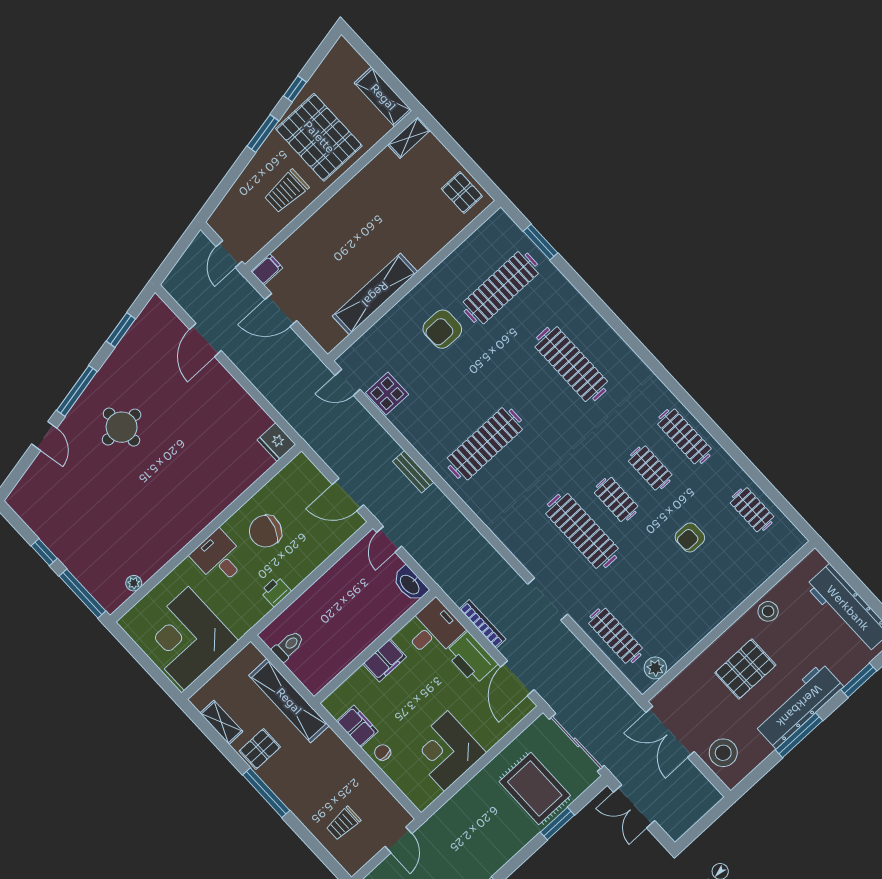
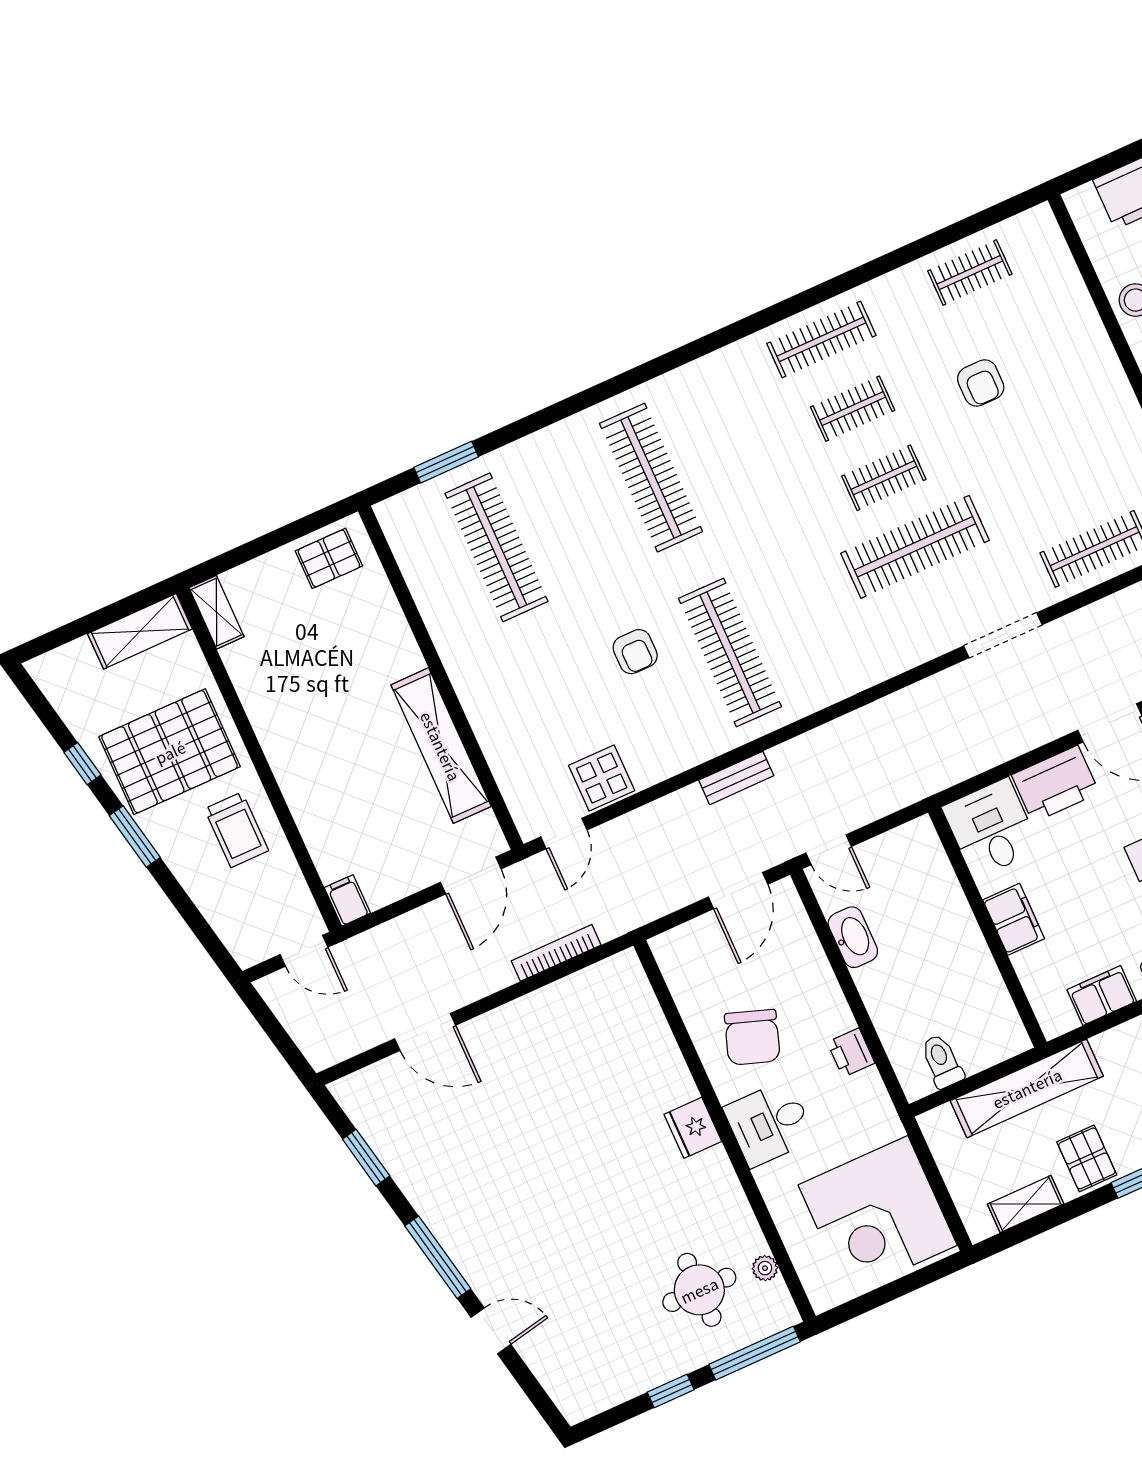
door: (281, 310) -> (471, 876), moved
armchair: (442, 329) -> (635, 652), moved, width x0.72, depth x0.72
clothes rail: (571, 364) -> (651, 478), turned 90
round table: (122, 427) -> (699, 1290), moved
fridge: (276, 442) -> (693, 1128), moved, turned 90
washbasin: (410, 584) -> (853, 937), moved, turned -90
bookcase: (483, 624) -> (556, 953), moved

